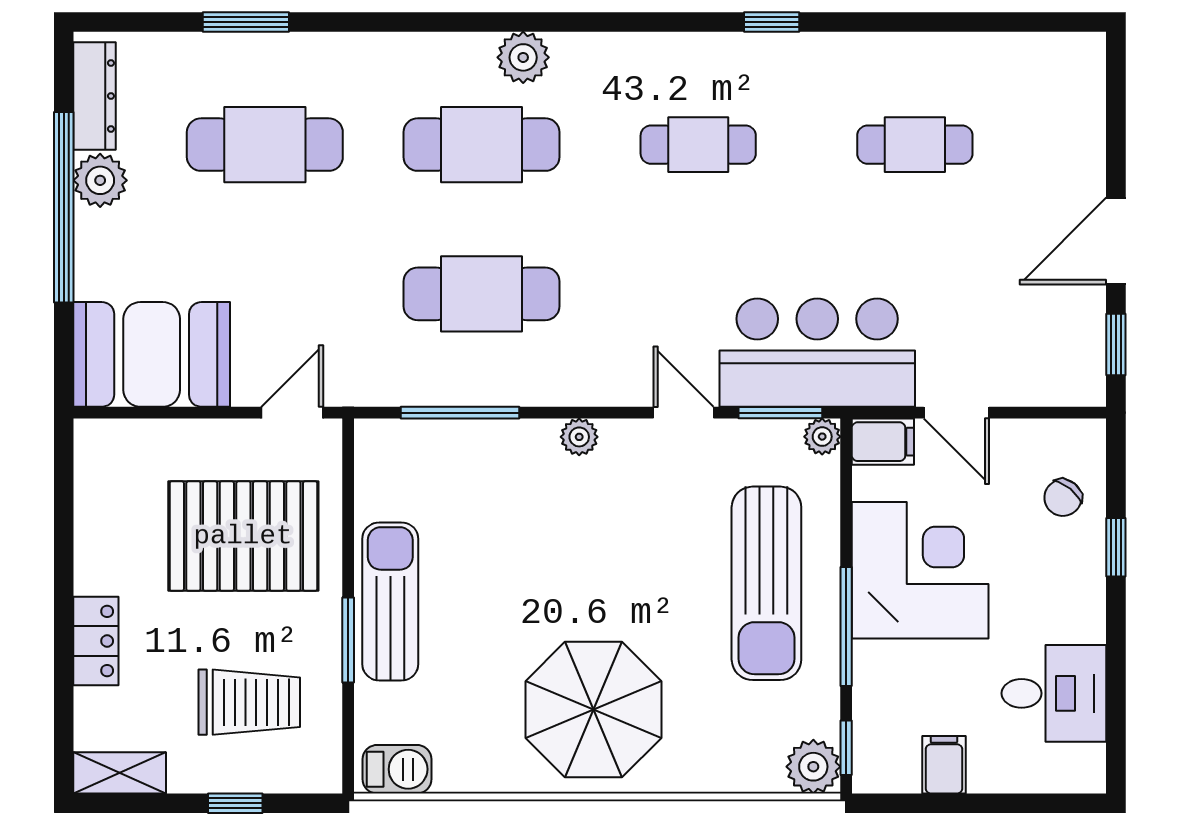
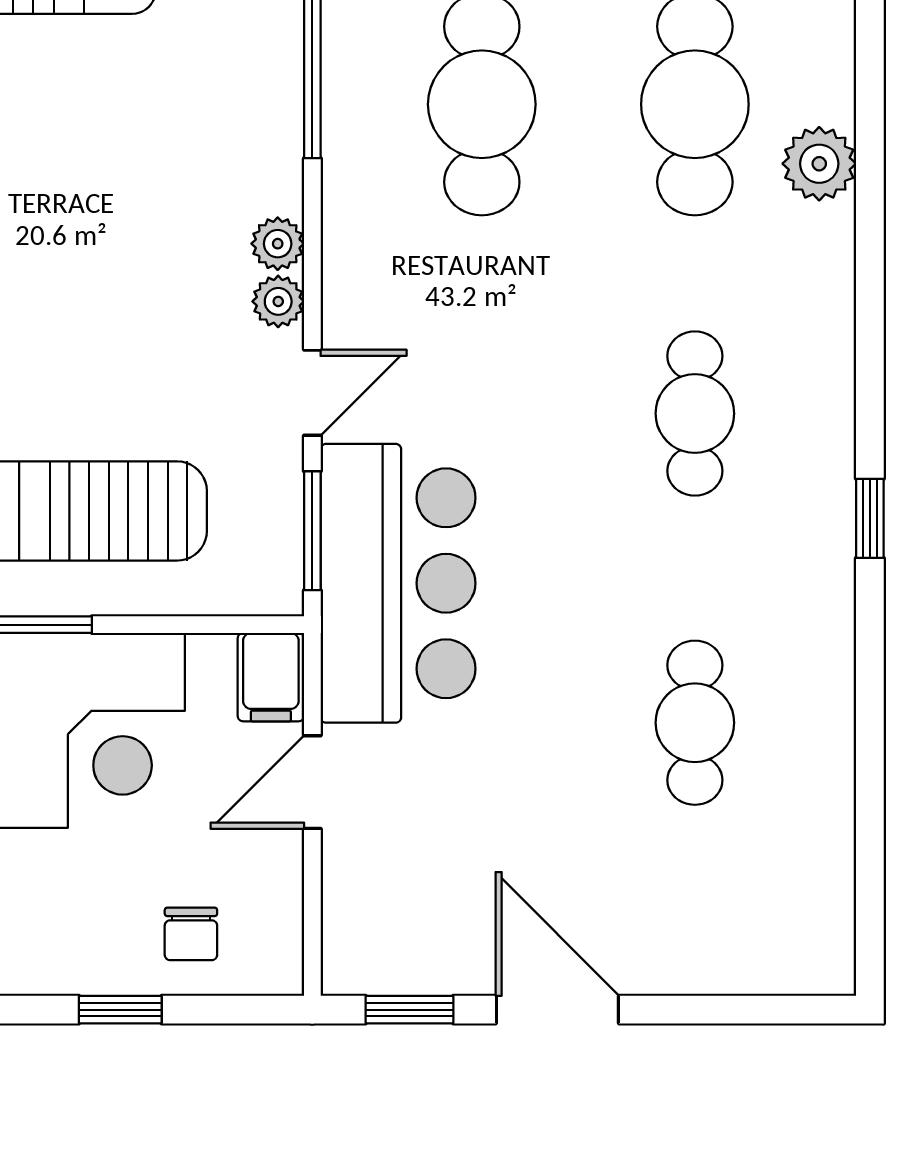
plant: (822, 437) -> (278, 301), moved
chair: (1063, 498) -> (191, 934), turned -129

